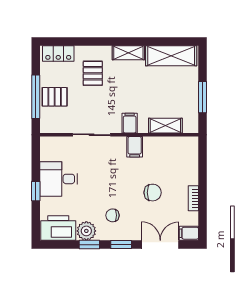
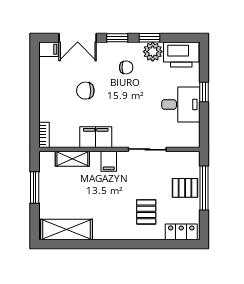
shelving: (128, 53) -> (110, 233), removed
filing cabinet: (135, 147) -> (96, 137), width x2.00
bookcase: (193, 198) -> (44, 135), moved

